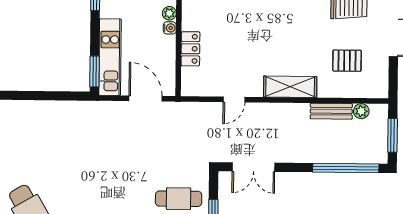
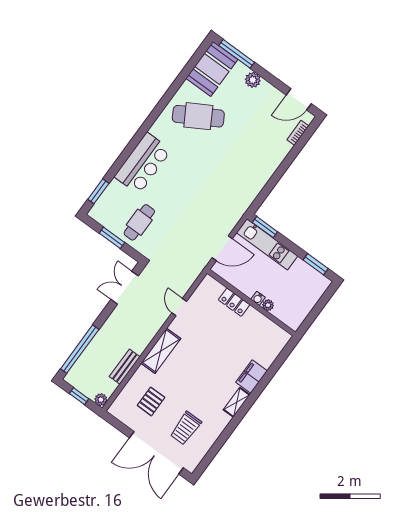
plant: (361, 111) -> (101, 400), moved
window: (393, 135) -> (79, 396), width x0.67

